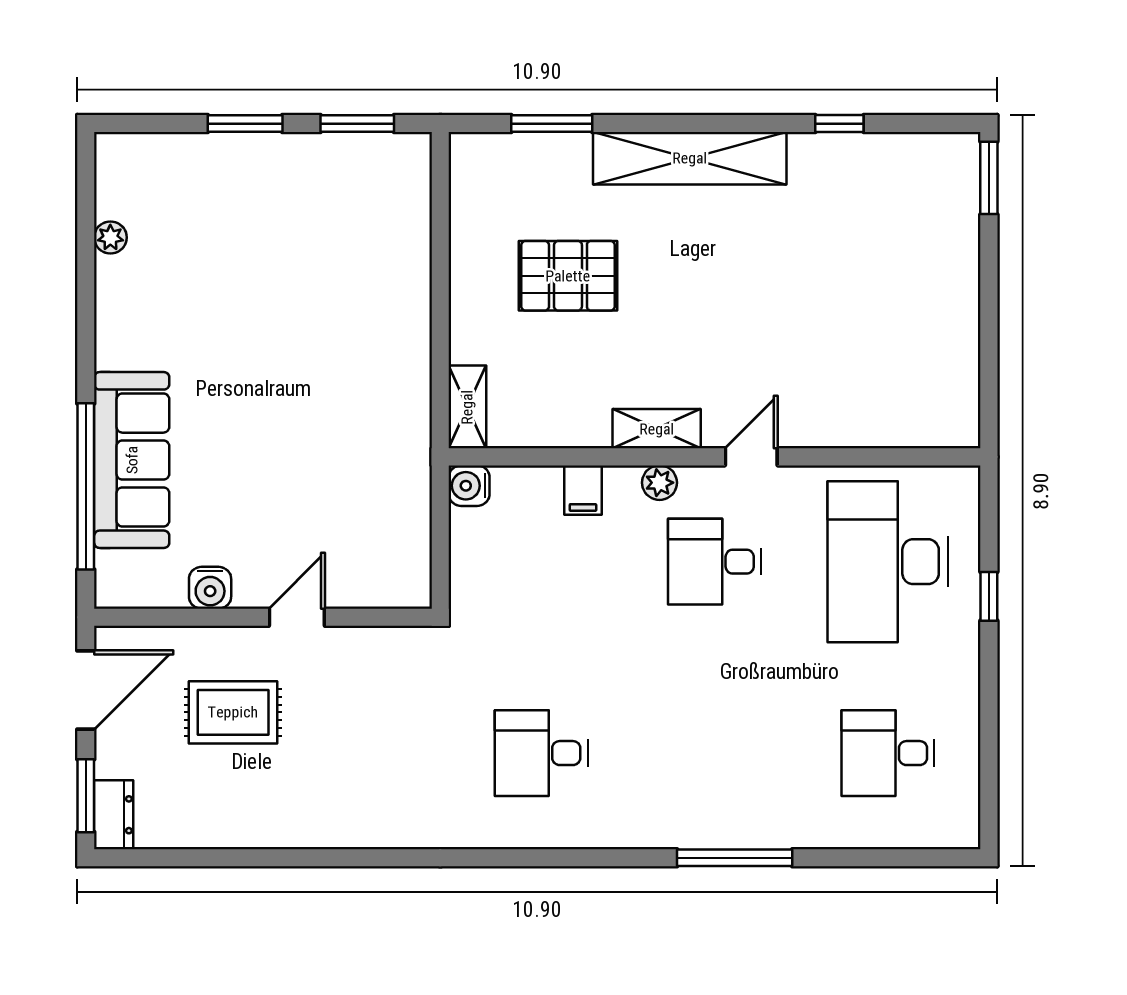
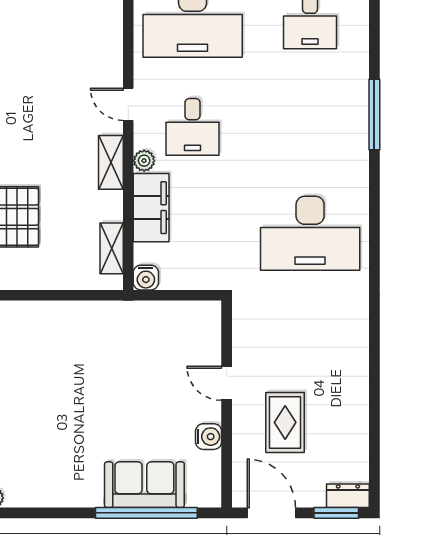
shelving: (467, 407) -> (112, 248), moved, turned 90
sofa: (132, 460) -> (144, 485), width x0.73
filing cabinet: (583, 490) -> (151, 208), width x3.00, depth x1.17
desk: (541, 753) -> (310, 233), width x1.87, depth x1.30

